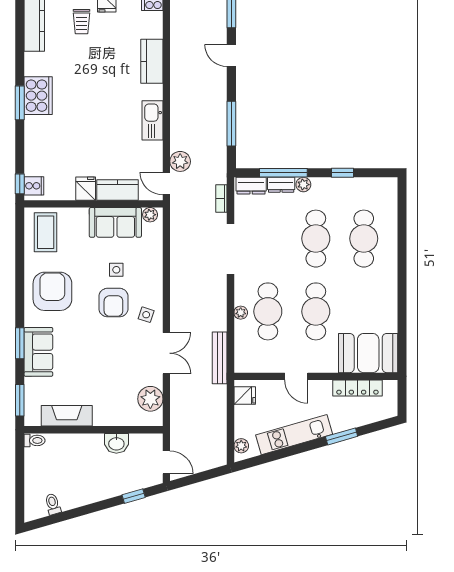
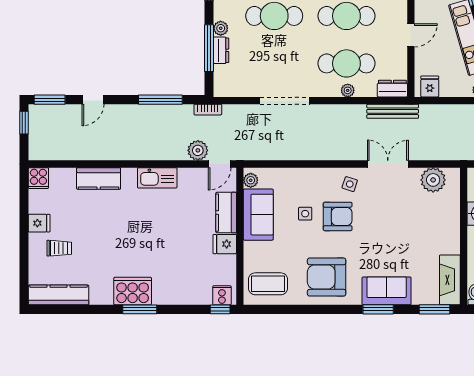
dresser: (251, 186) -> (392, 89), moved, turned -90
bookcase: (221, 199) -> (208, 110), moved
fireplace: (67, 416) -> (450, 280), moved

